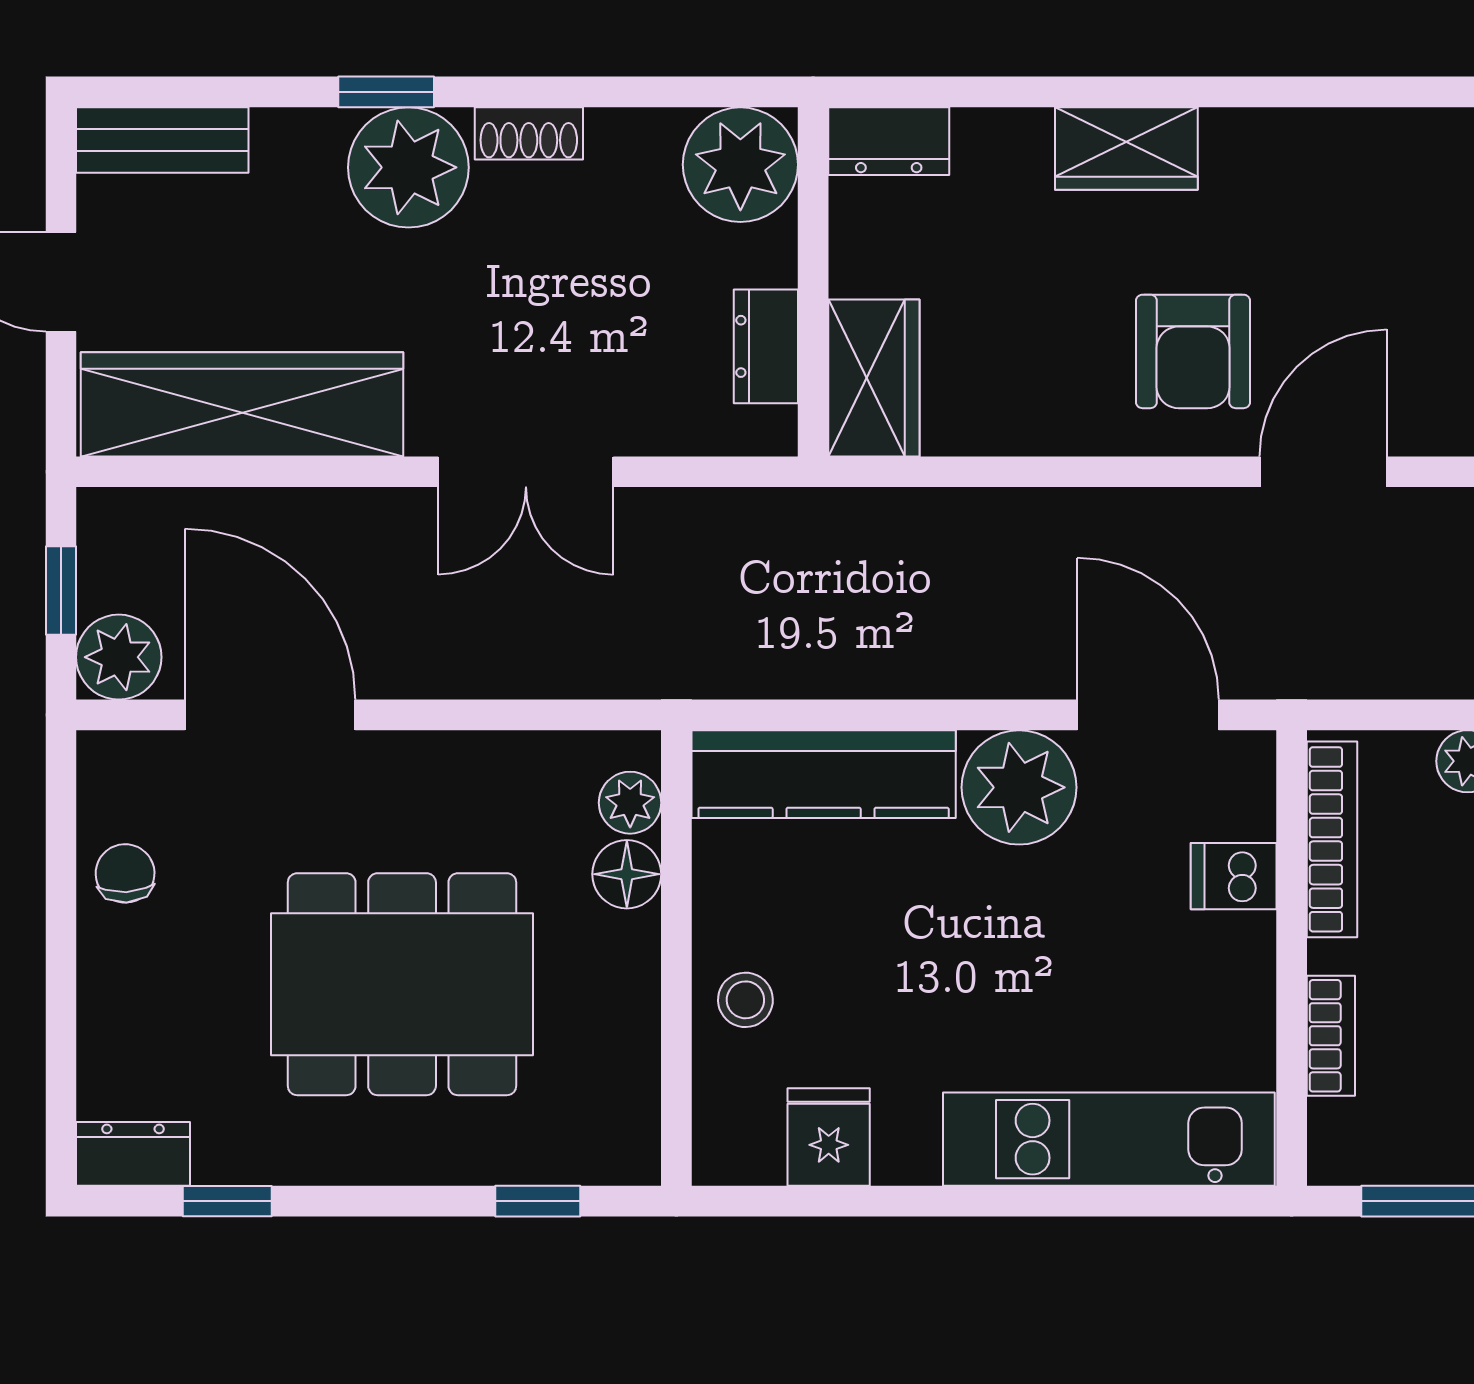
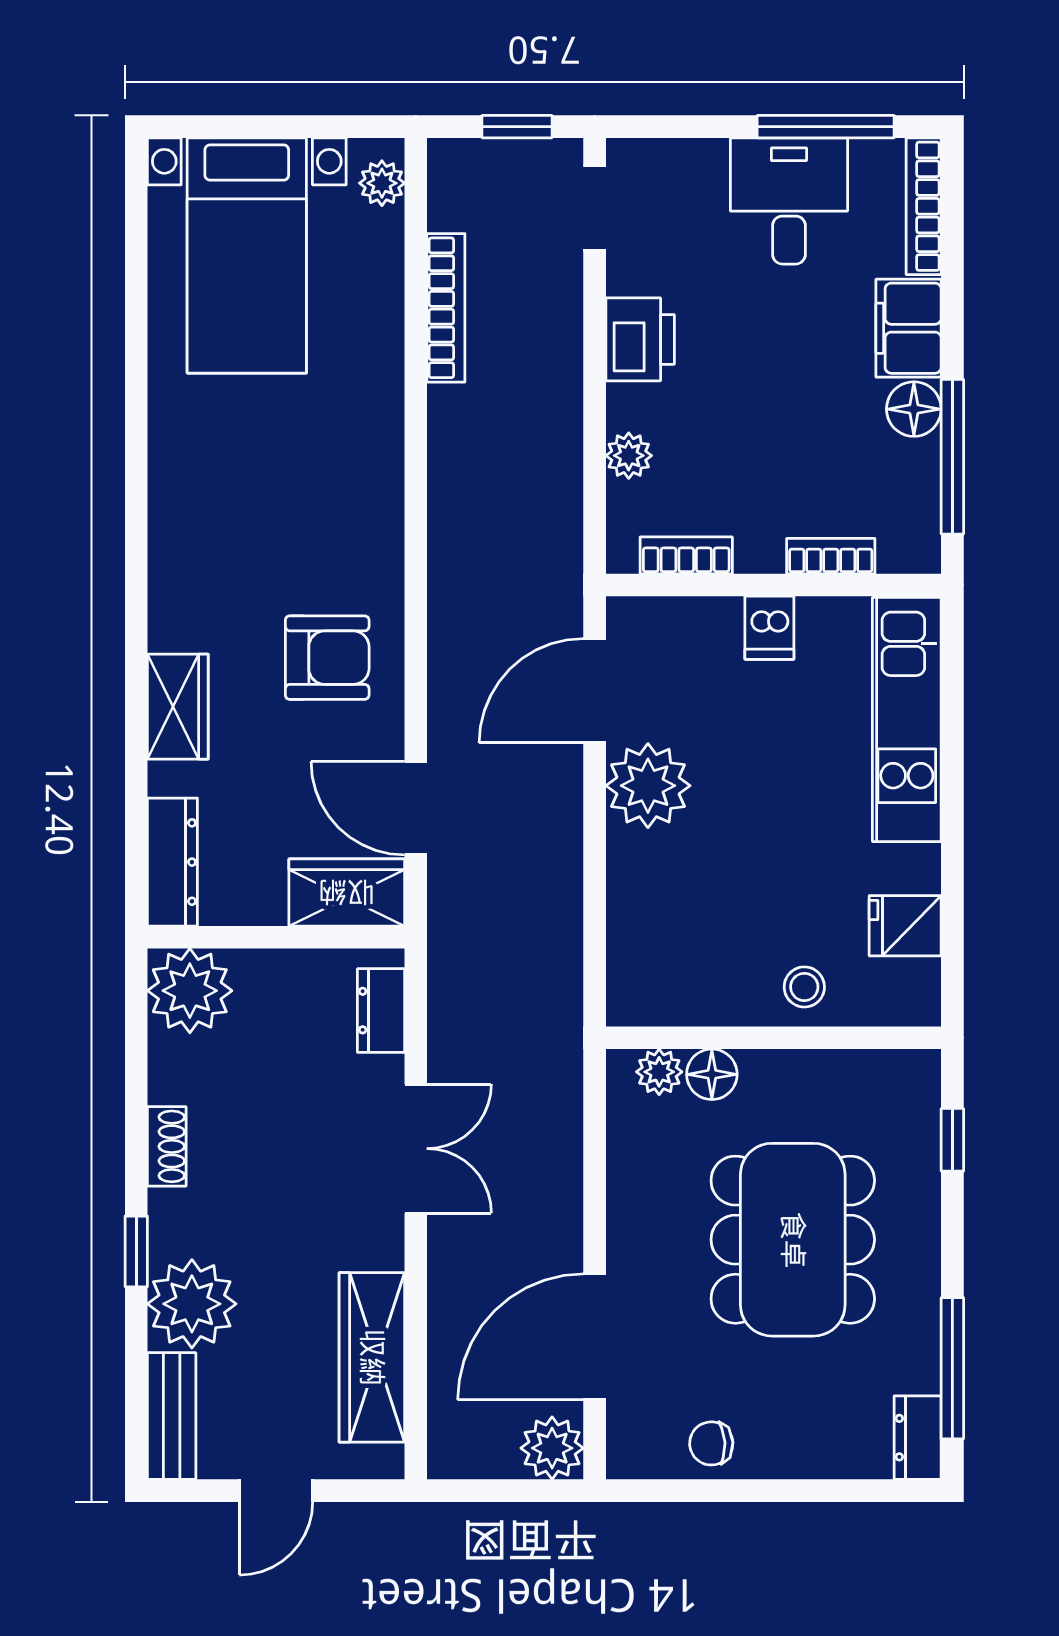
dresser: (889, 141) -> (172, 862), width x1.44
plant: (408, 167) -> (192, 1304), moved
dresser: (766, 346) -> (381, 1011), moved, turned 90
wardrobe: (242, 404) -> (372, 1357), width x0.71, depth x0.85
door: (1323, 472) -> (416, 808), moved
window: (61, 590) -> (503, 1491), removed
kitchen counter: (824, 774) -> (638, 929), removed
bookcase: (1332, 839) -> (686, 555), width x0.64
dishwasher: (1234, 876) -> (769, 628), moved
window: (227, 1201) -> (952, 1368), width x2.17

